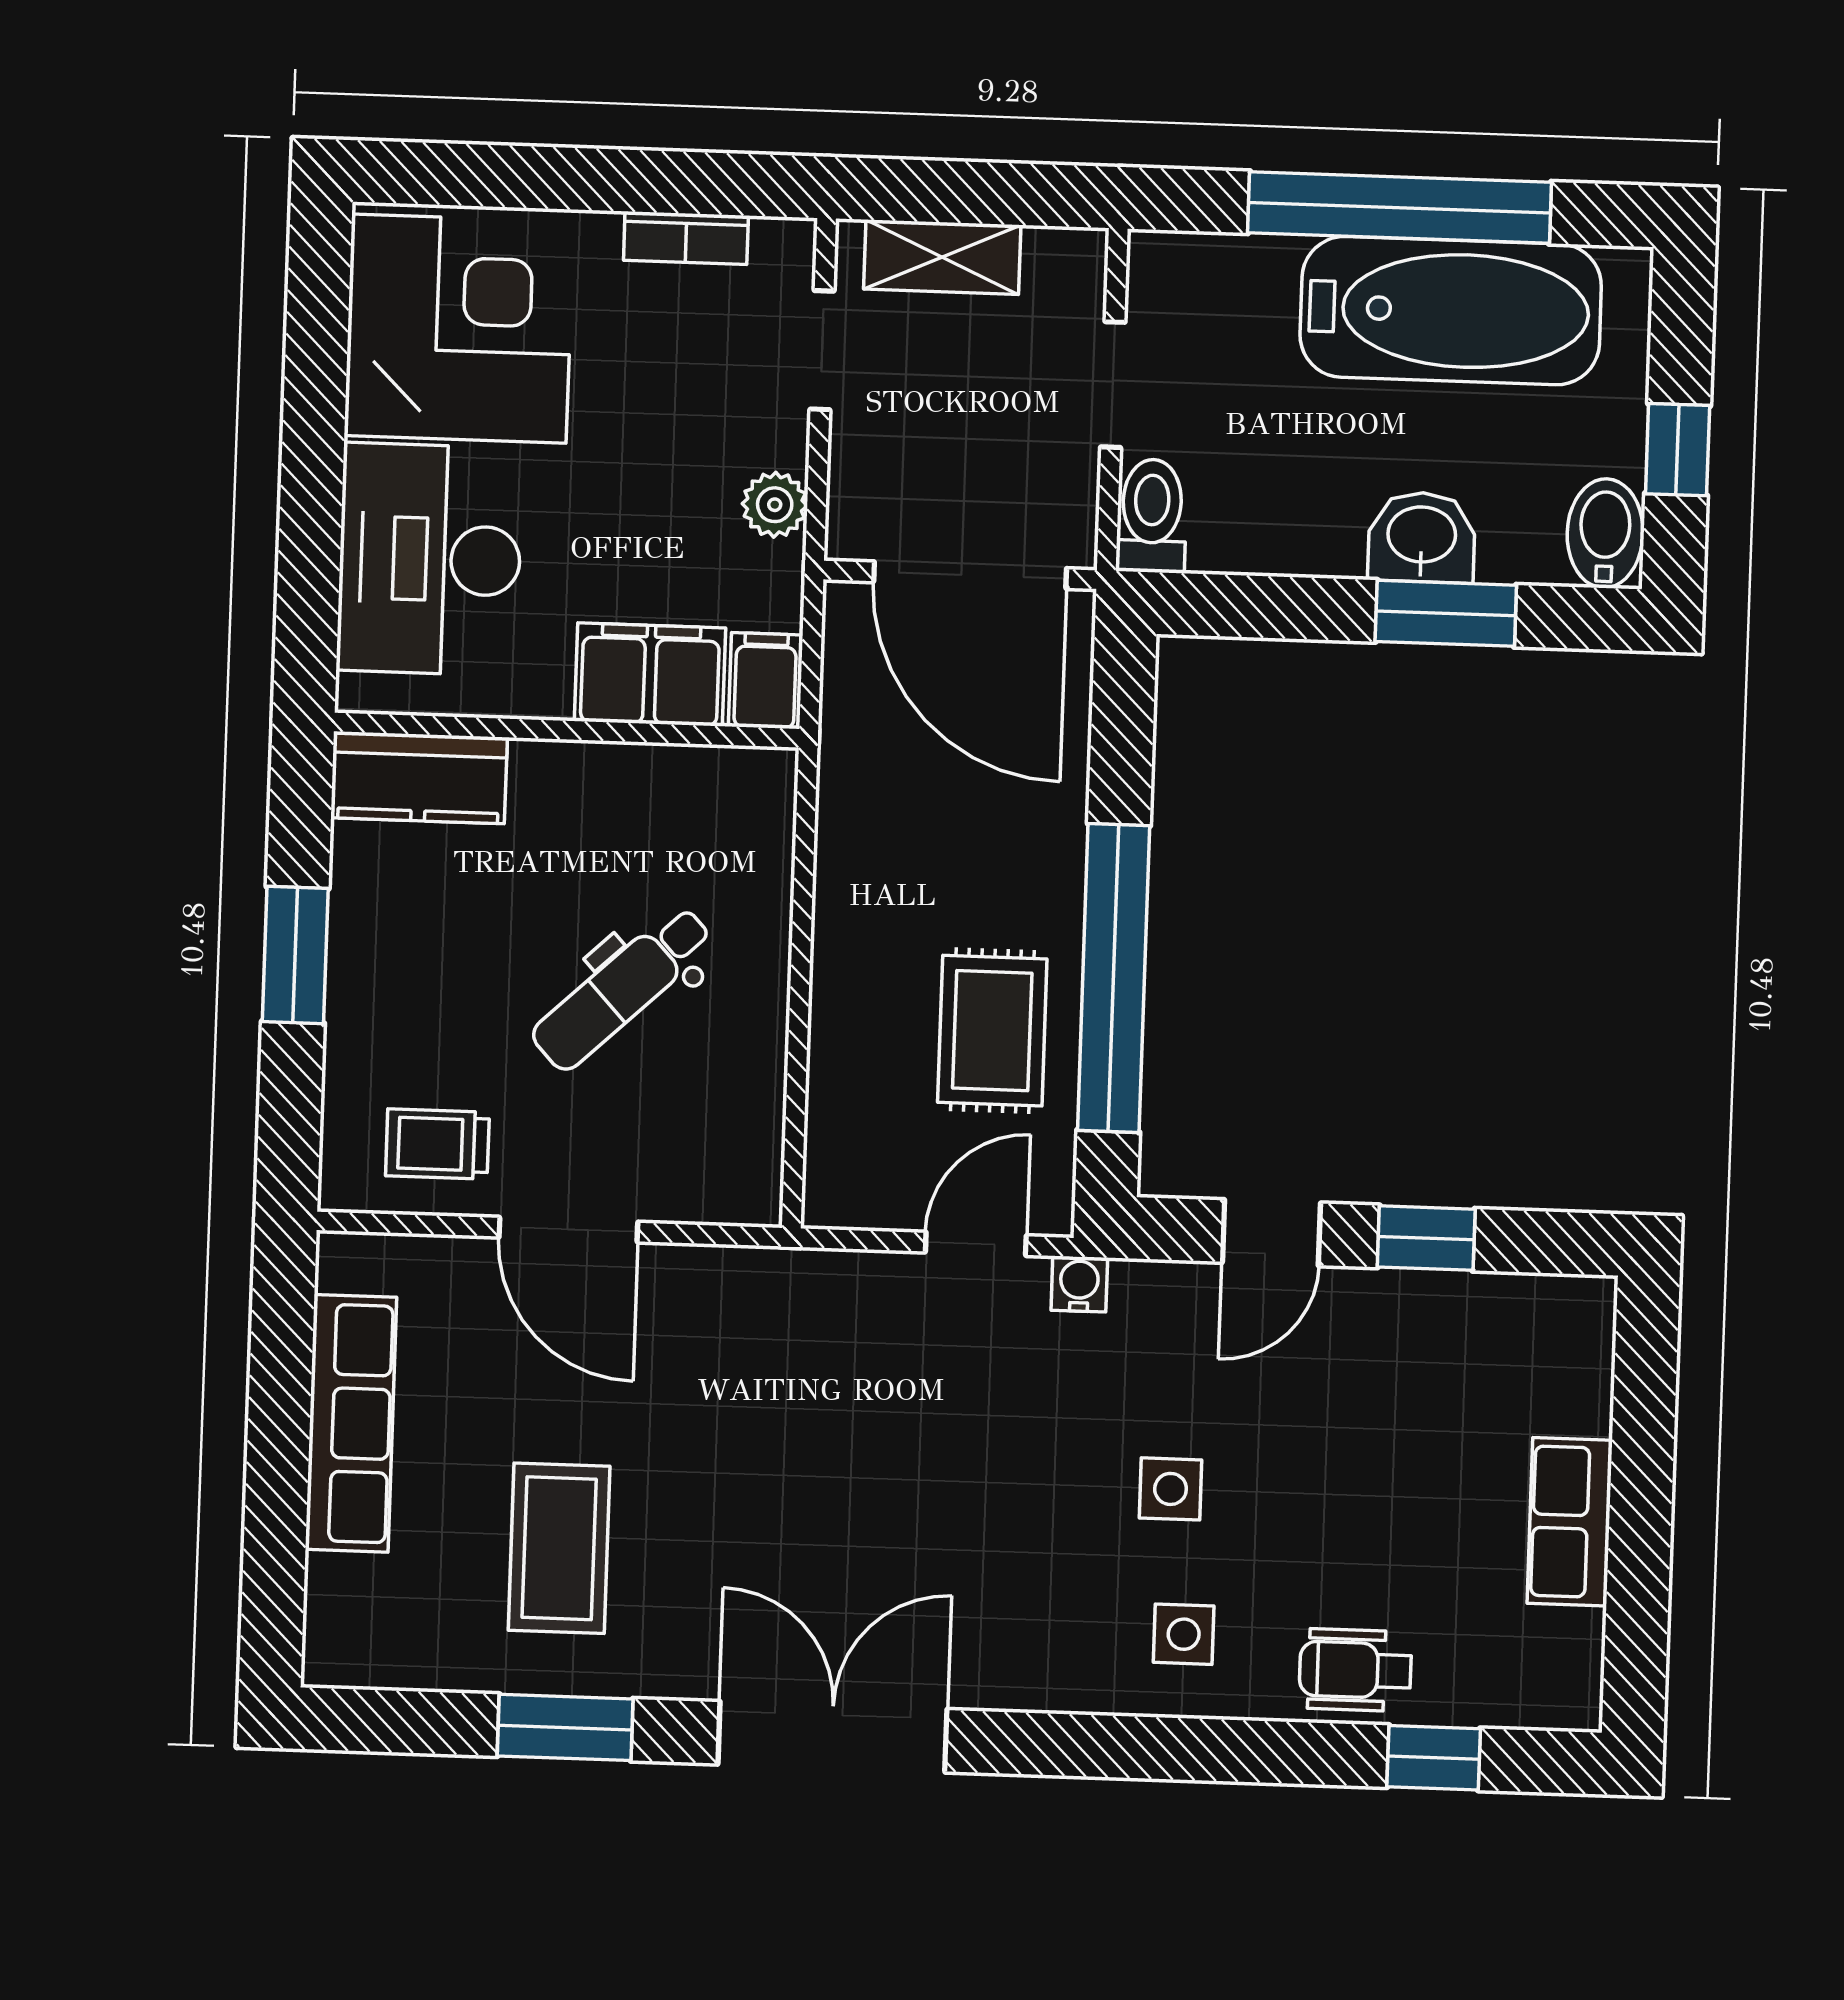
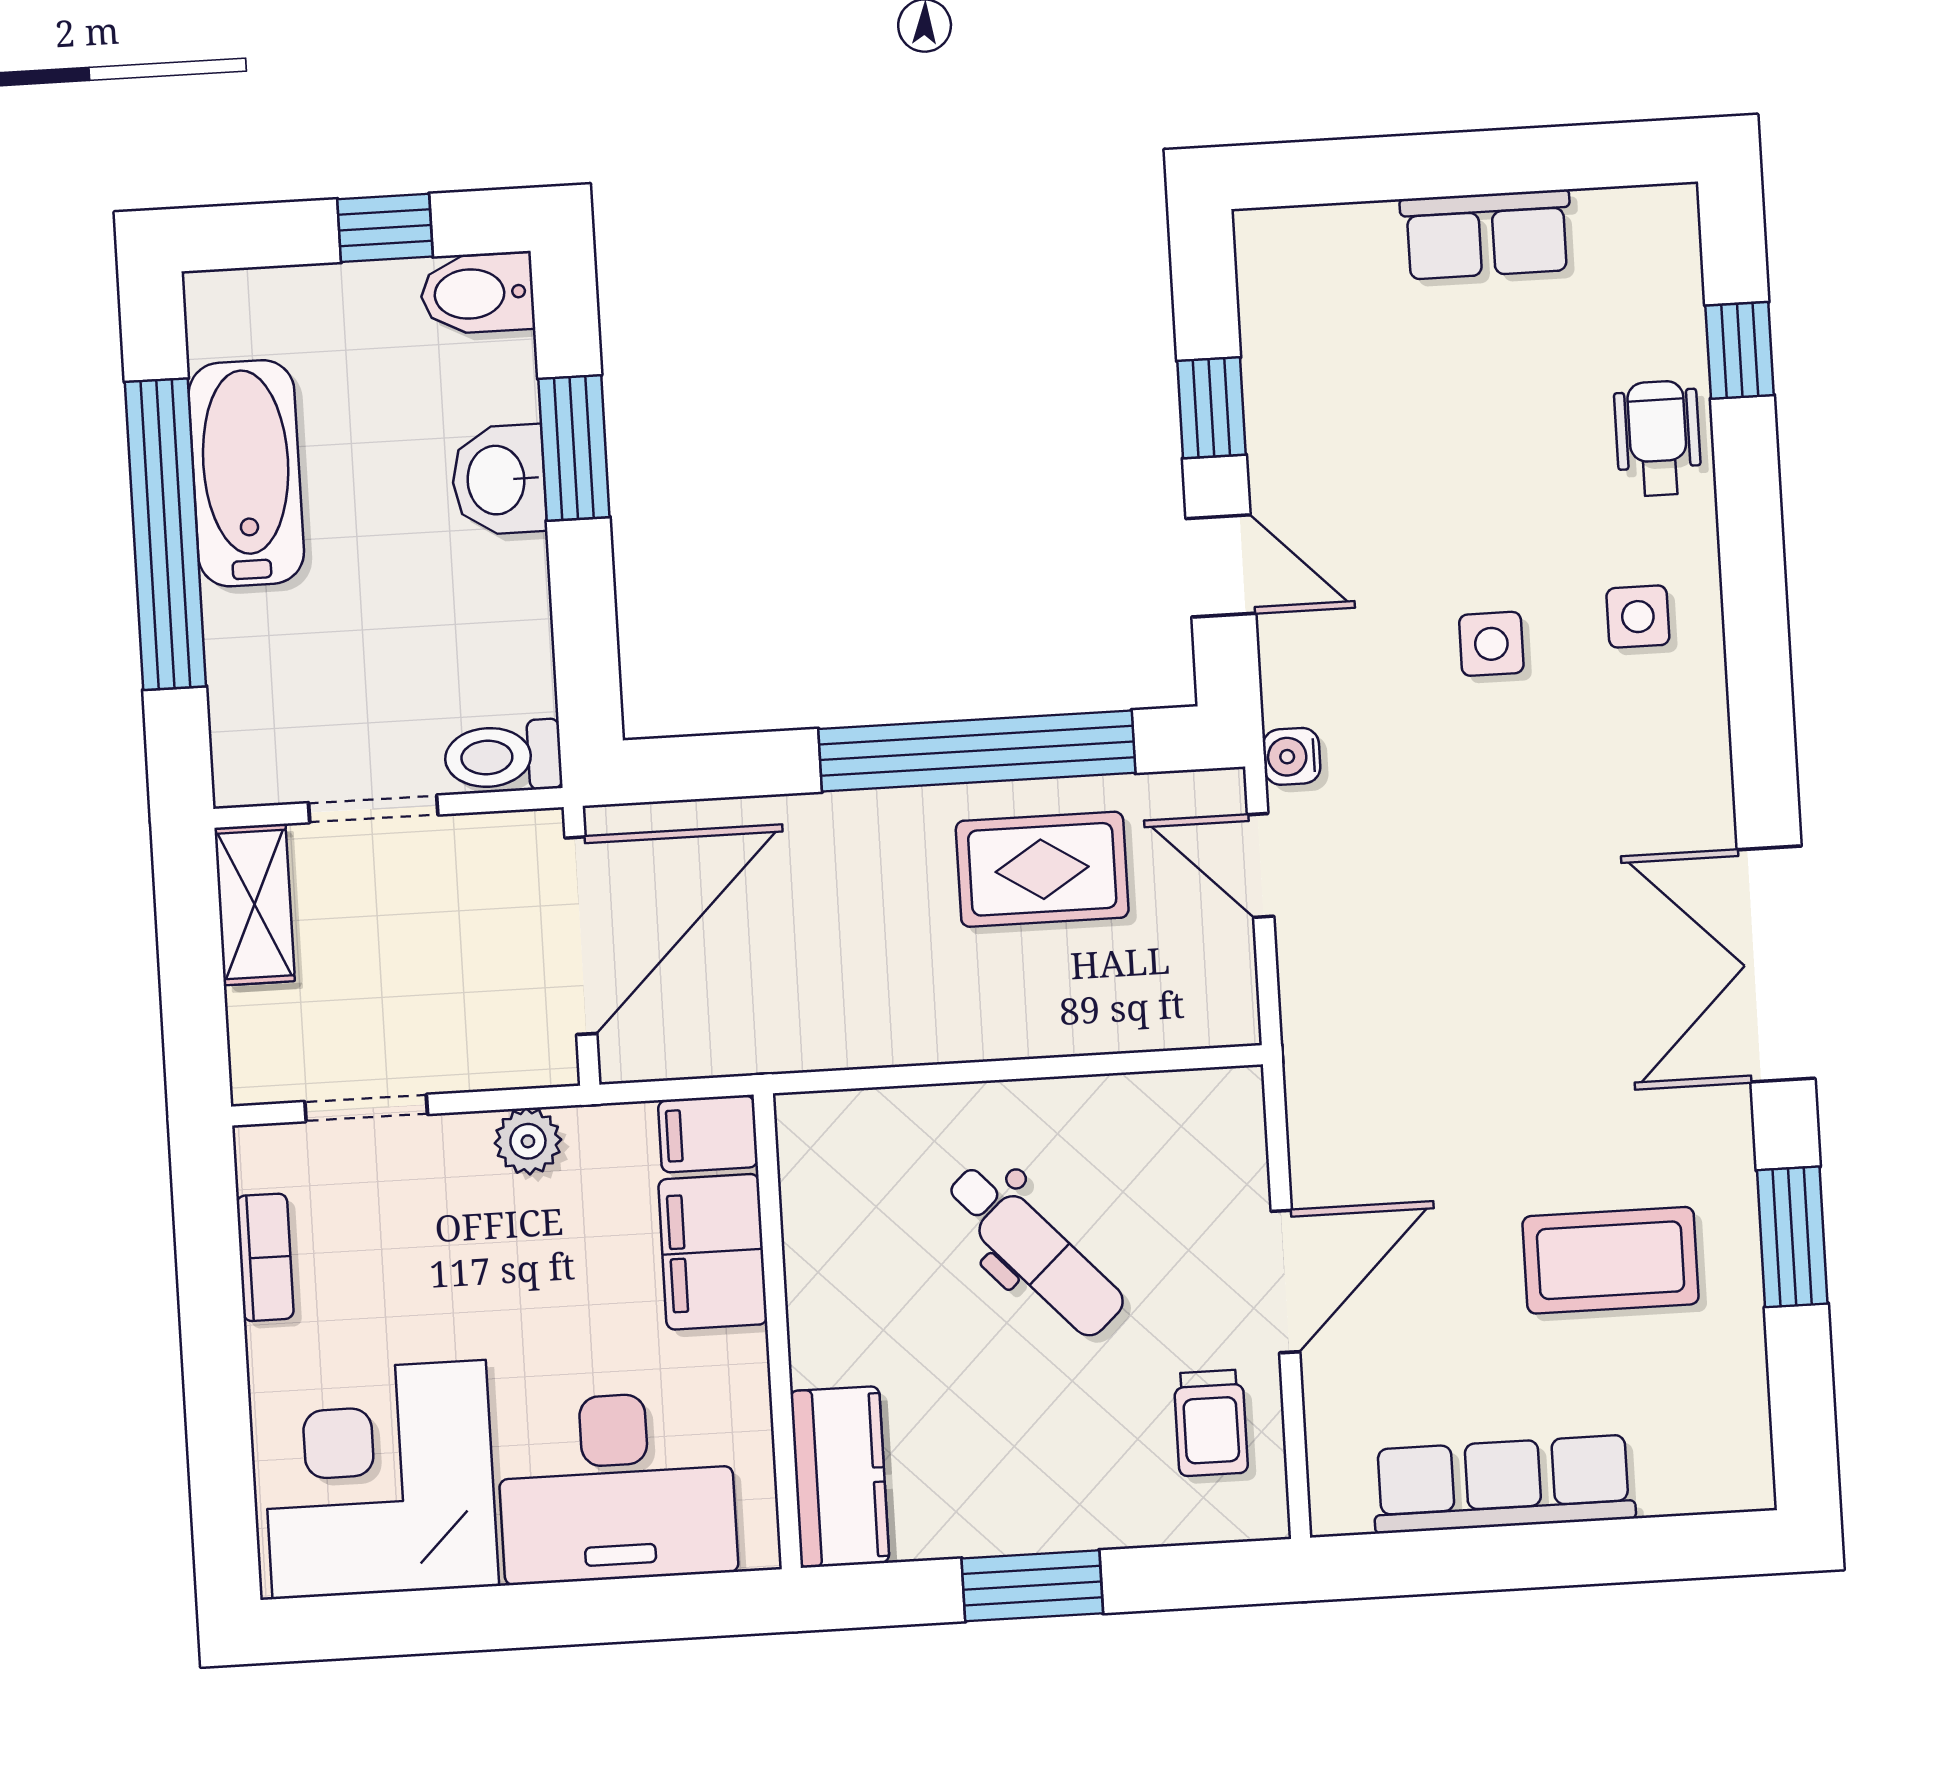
shelving: (942, 257) -> (255, 905), moved
bathtub: (1451, 311) -> (246, 473), width x0.73, depth x0.73
wheelchair: (1355, 1670) -> (1658, 438), turned 180

